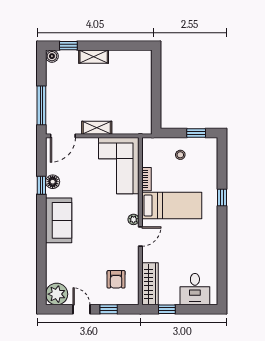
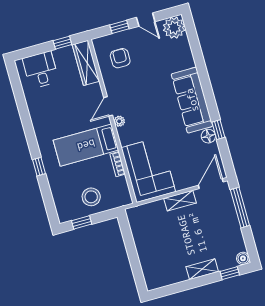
stool: (180, 155) -> (91, 197), width x1.89, depth x1.89
sofa: (59, 220) -> (192, 100), width x1.36

